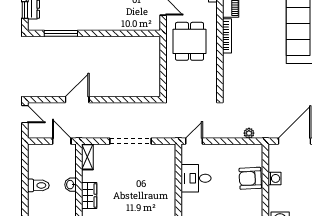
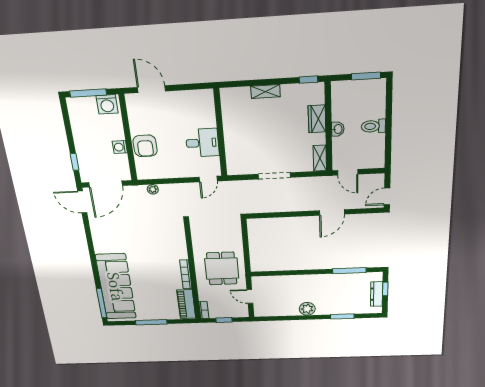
door: (25, 114) -> (387, 196), hinge flipped
doorway: (131, 141) -> (274, 176), width x0.73
armchair: (250, 178) -> (145, 146), turned 92

